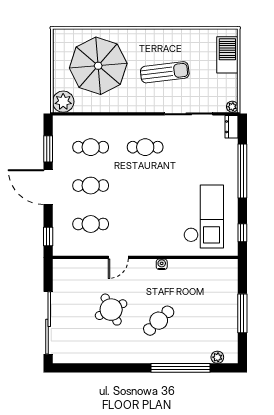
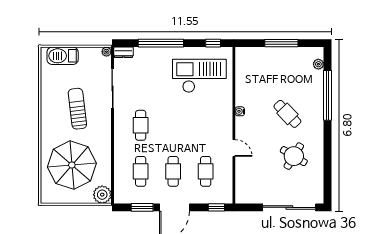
round table: (111, 310) -> (294, 156), moved, turned -32

